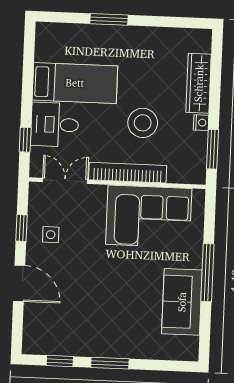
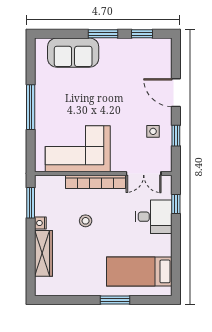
bed: (75, 83) -> (139, 271), moved
stool: (143, 123) -> (86, 221), width x0.53, depth x0.53
sofa: (182, 302) -> (73, 53), moved, turned 90

